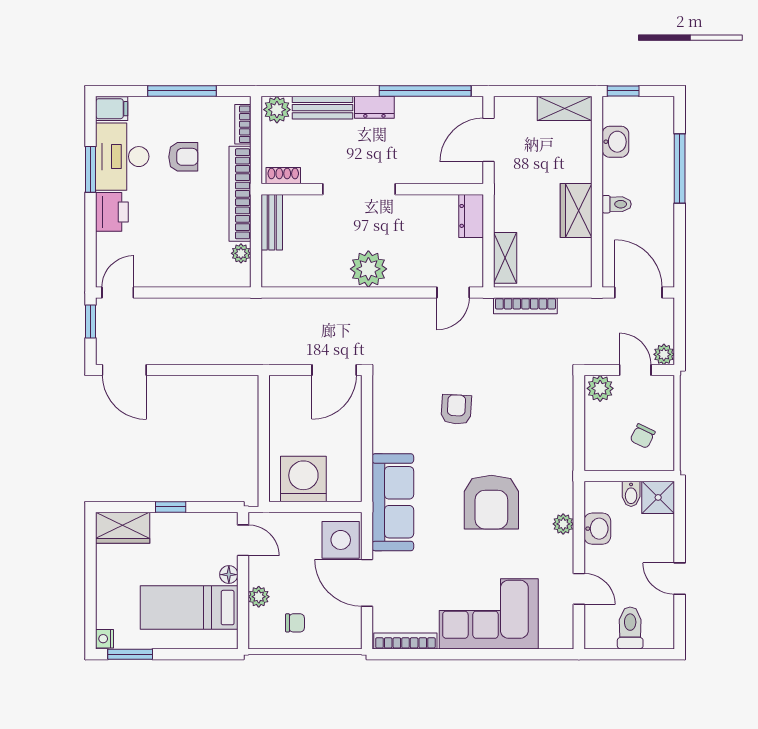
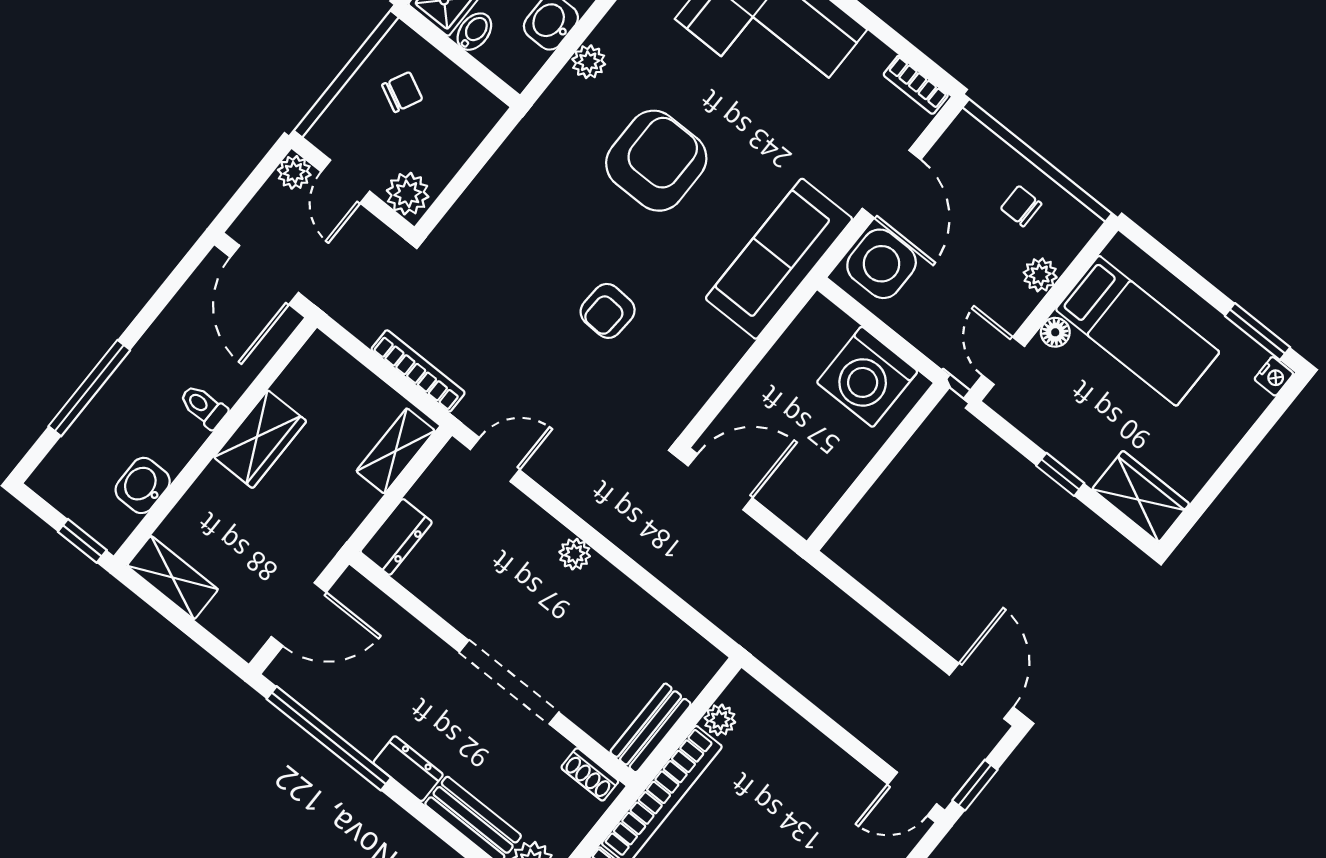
plant: (368, 269) -> (575, 554), width x0.53, depth x0.53
bookcase: (405, 641) -> (916, 85), width x0.64

